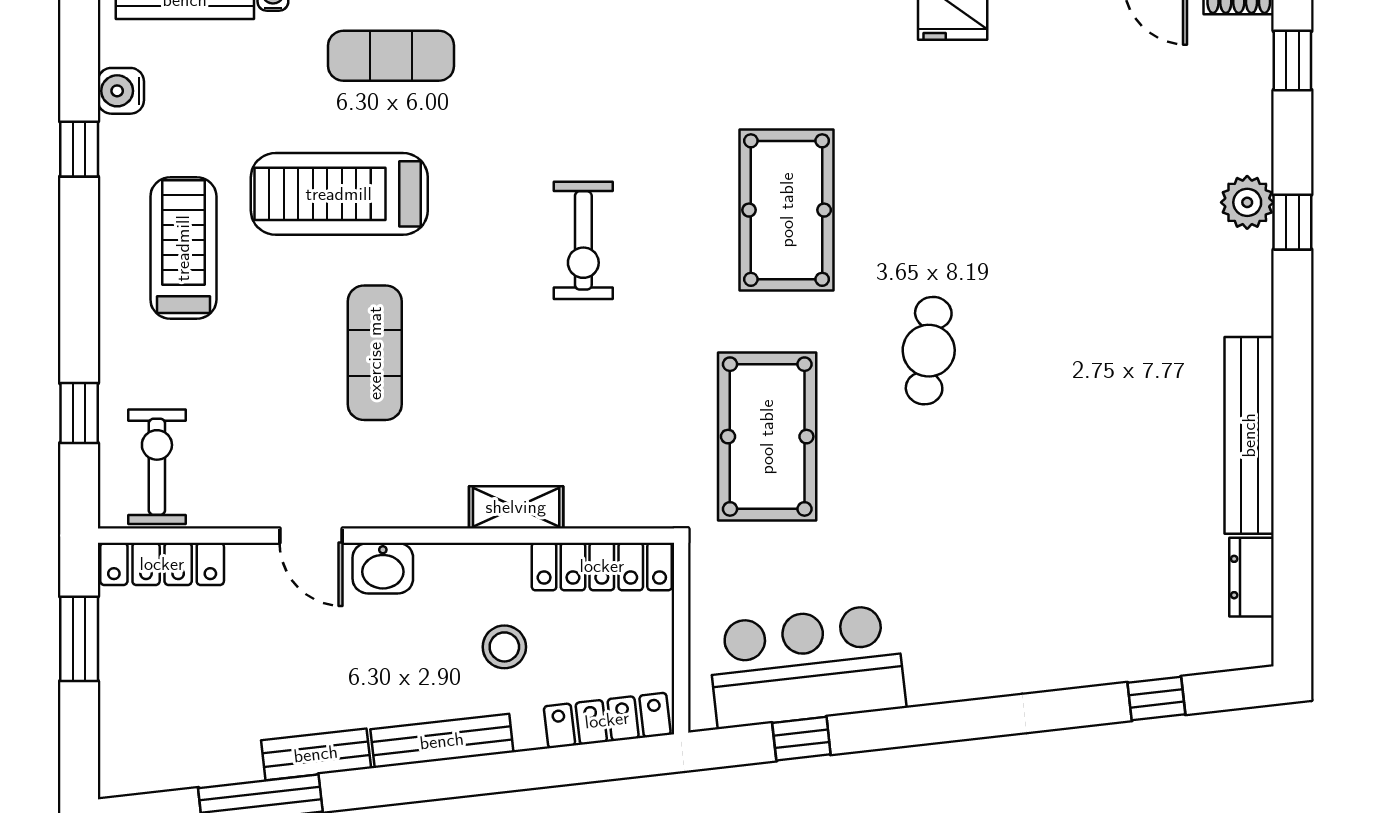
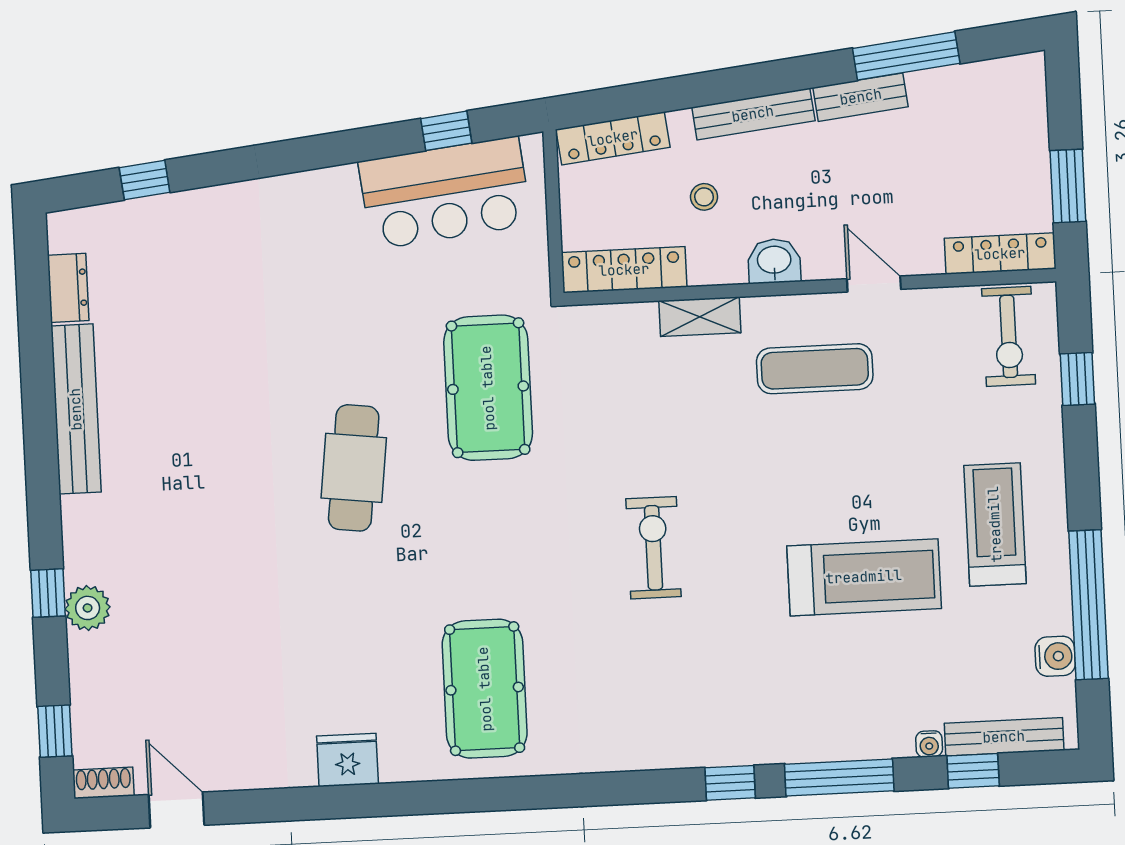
exercise mat: (391, 56) -> (826, 698), removed
window: (79, 149) -> (1088, 605), width x3.17
pool table: (787, 210) -> (485, 689), moved
treadmill: (183, 248) -> (995, 524), turned 180
cafe table: (929, 351) -> (354, 468), width x1.37, depth x1.35
exercise mat: (375, 353) -> (815, 369), moved, turned 90
washbasin: (383, 568) -> (774, 261), moved
stool: (504, 647) -> (704, 197), width x0.73, depth x0.73

